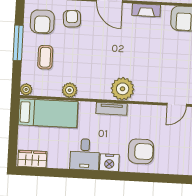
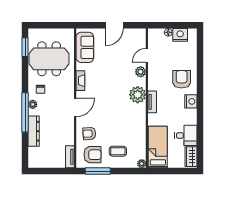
window: (18, 43) -> (98, 171), moved
plant: (70, 90) -> (141, 72), moved
door: (177, 105) -> (147, 55), swing flipped
desk: (85, 154) -> (186, 135), moved

